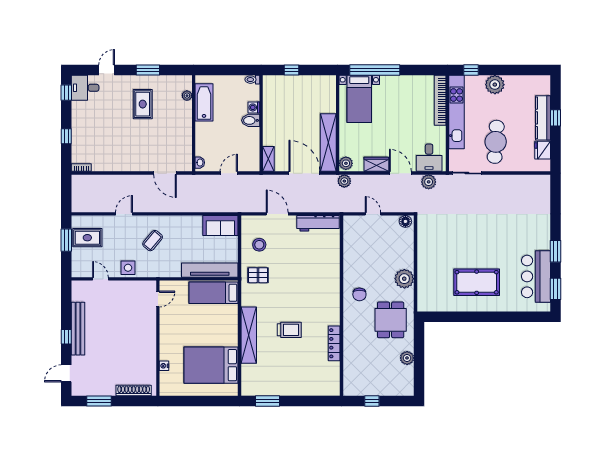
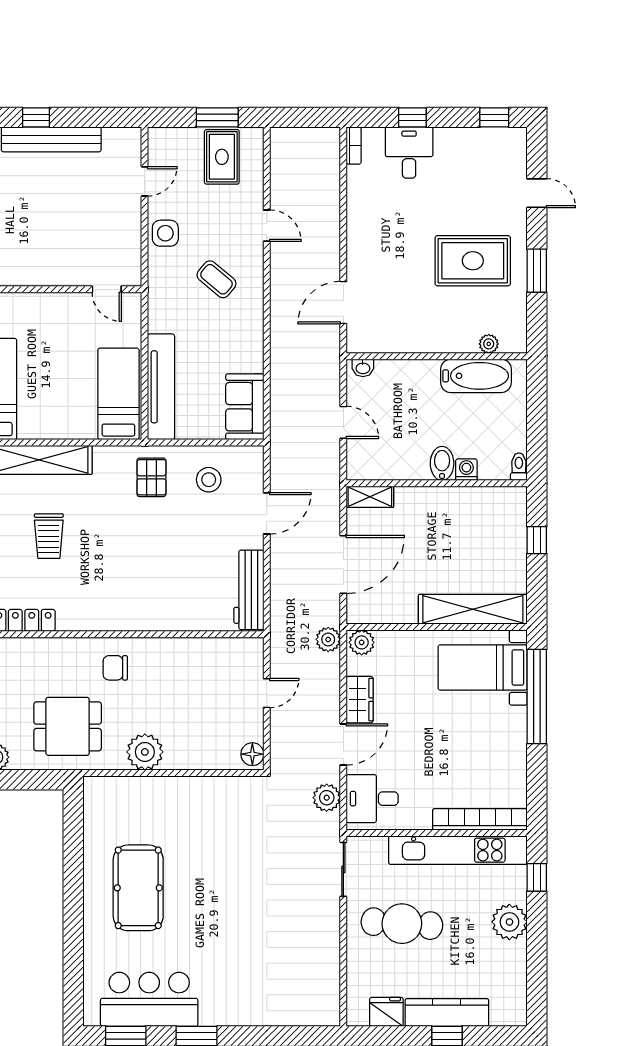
desk: (85, 88) -> (409, 153), moved
rug: (143, 104) -> (473, 261), width x1.36, depth x1.43
shelving: (328, 143) -> (473, 609), moved

